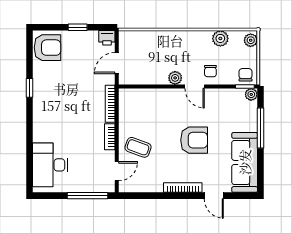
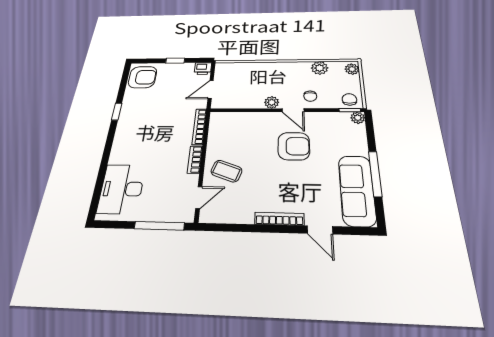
window: (260, 128) -> (375, 174), moved
armchair: (194, 140) -> (294, 146), moved

